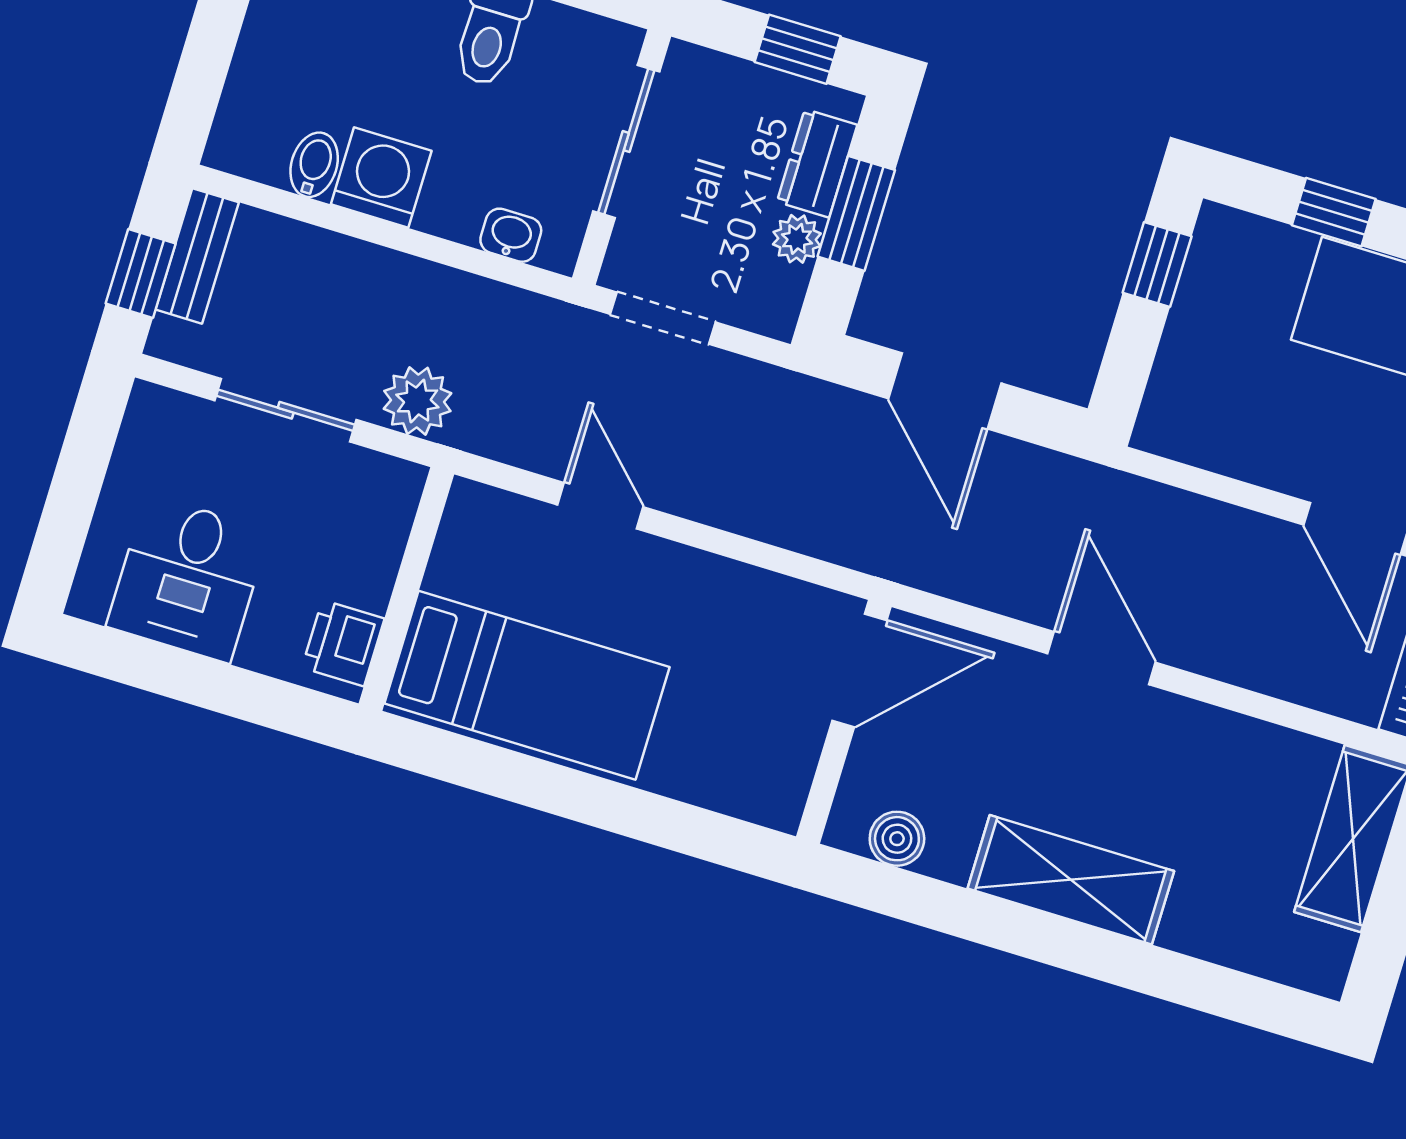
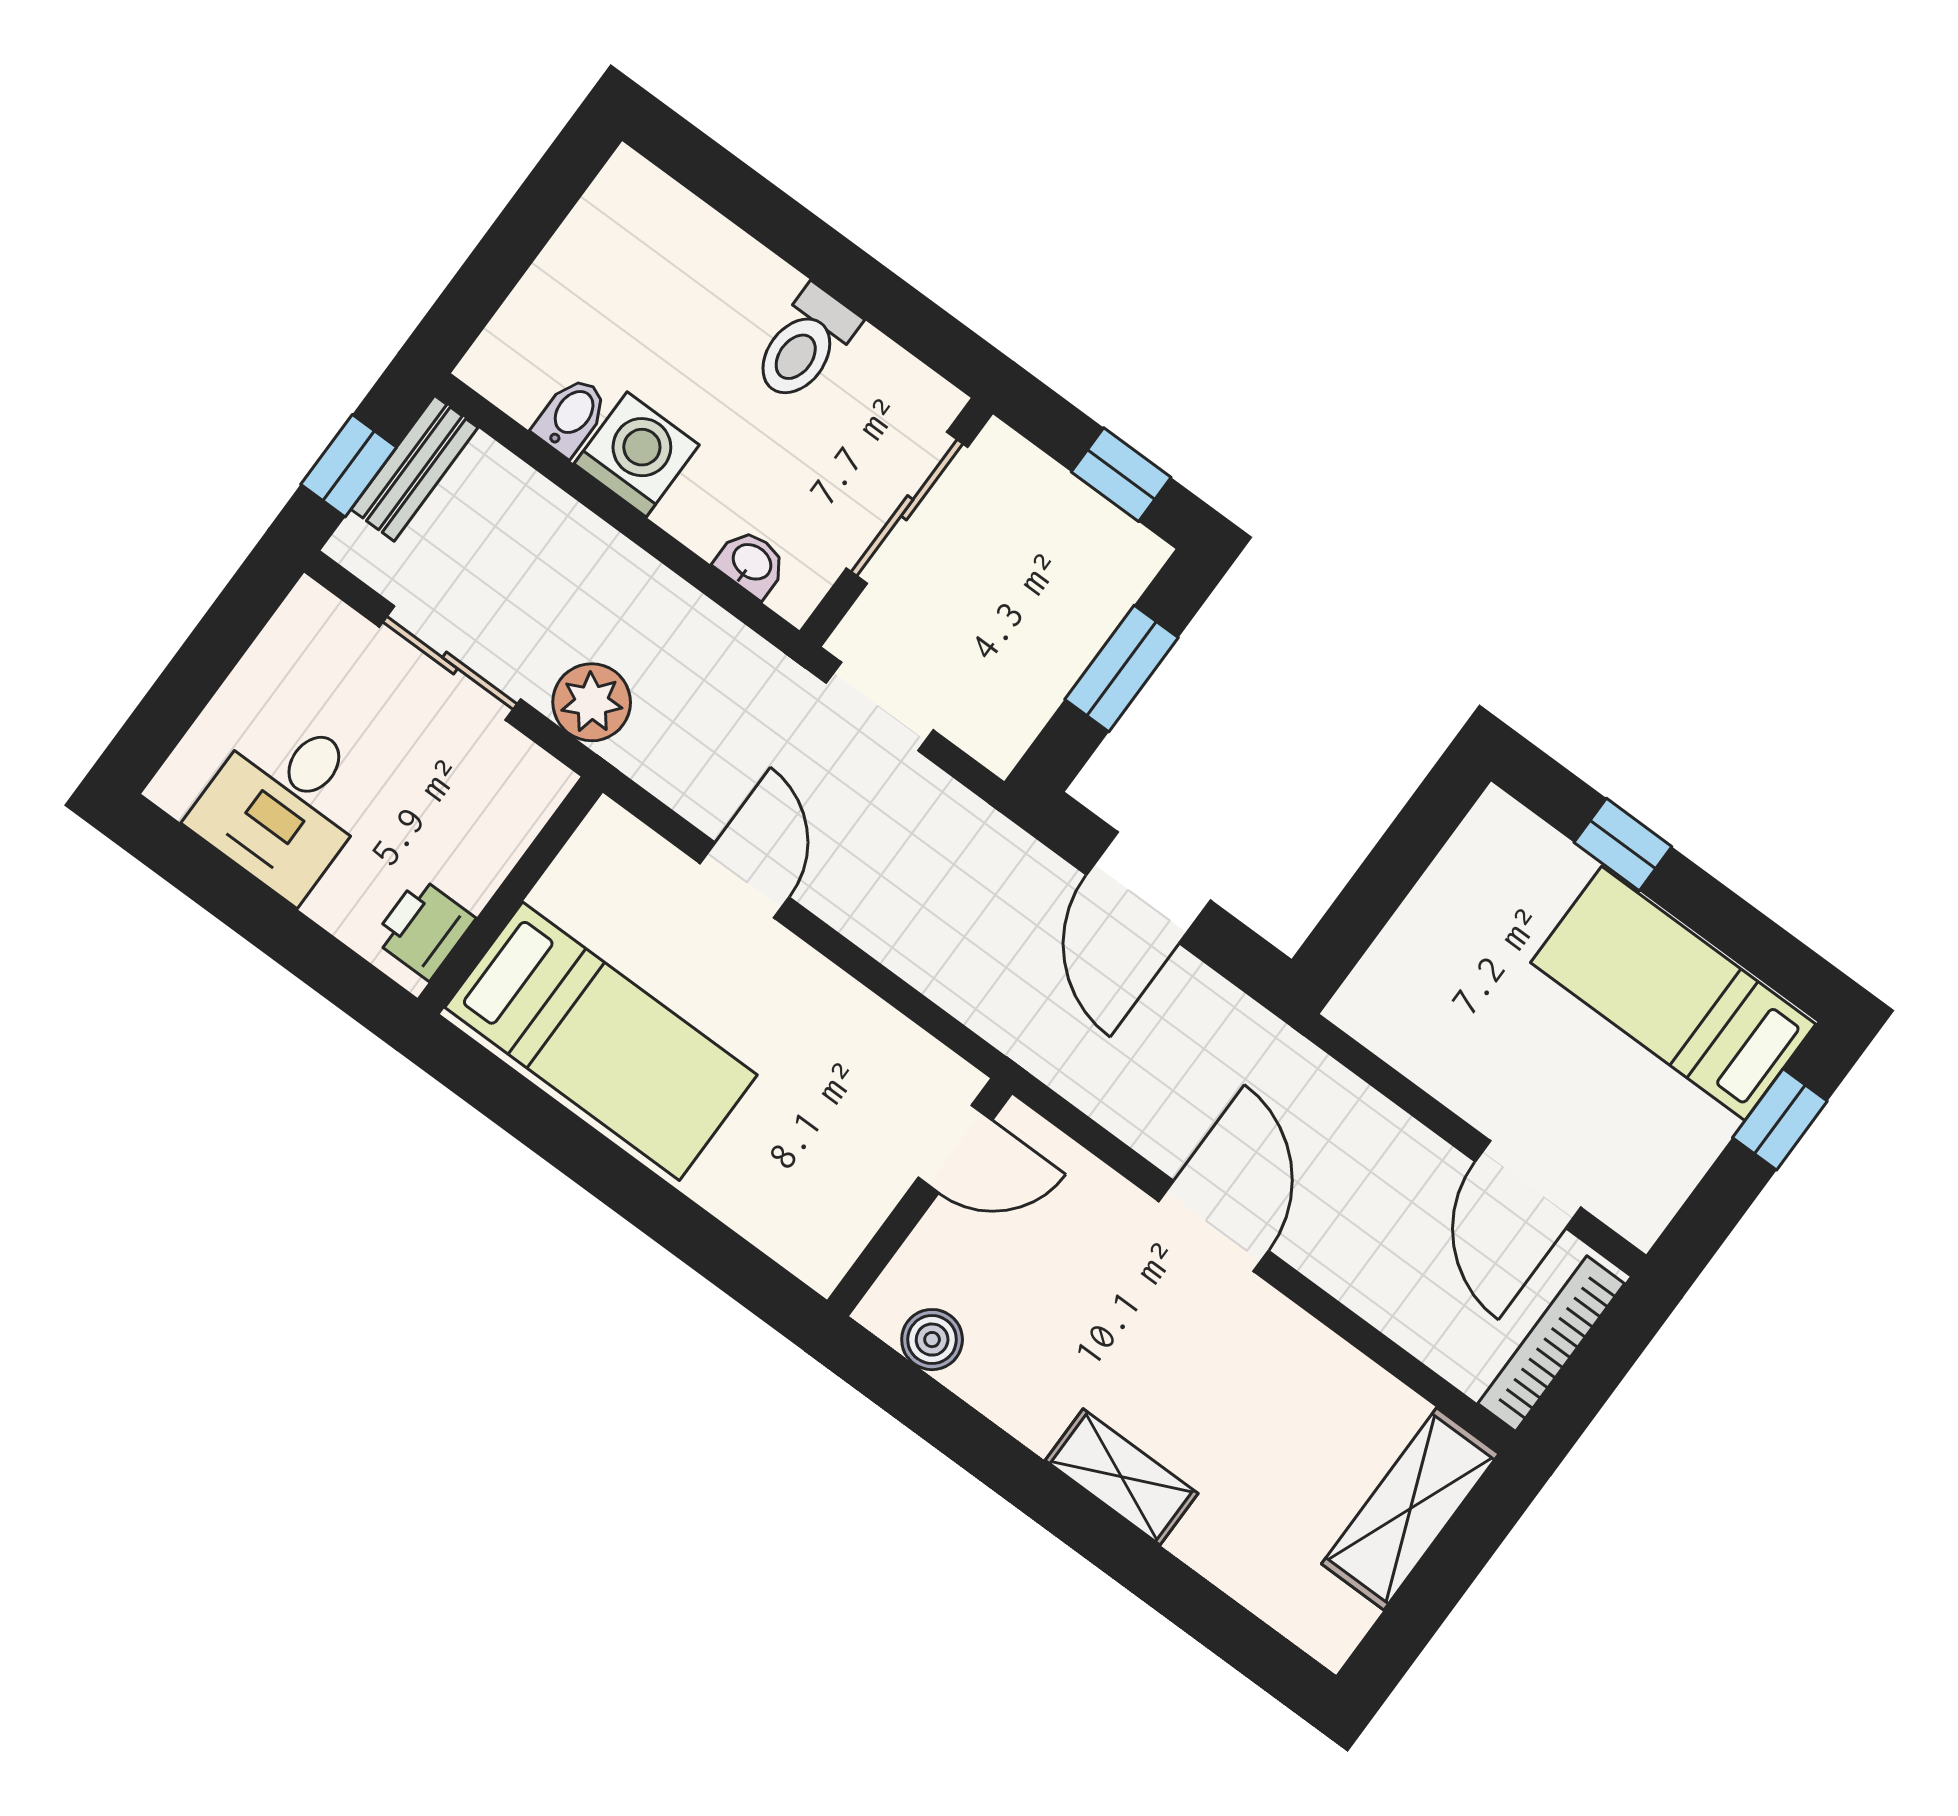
dresser: (817, 163) -> (1099, 601), removed
plant: (797, 239) -> (1050, 673), removed
window: (1157, 265) -> (1418, 834), removed
door: (859, 670) -> (955, 1149), width x0.73
shelving: (1071, 880) -> (1122, 1477), width x0.67, depth x0.75

